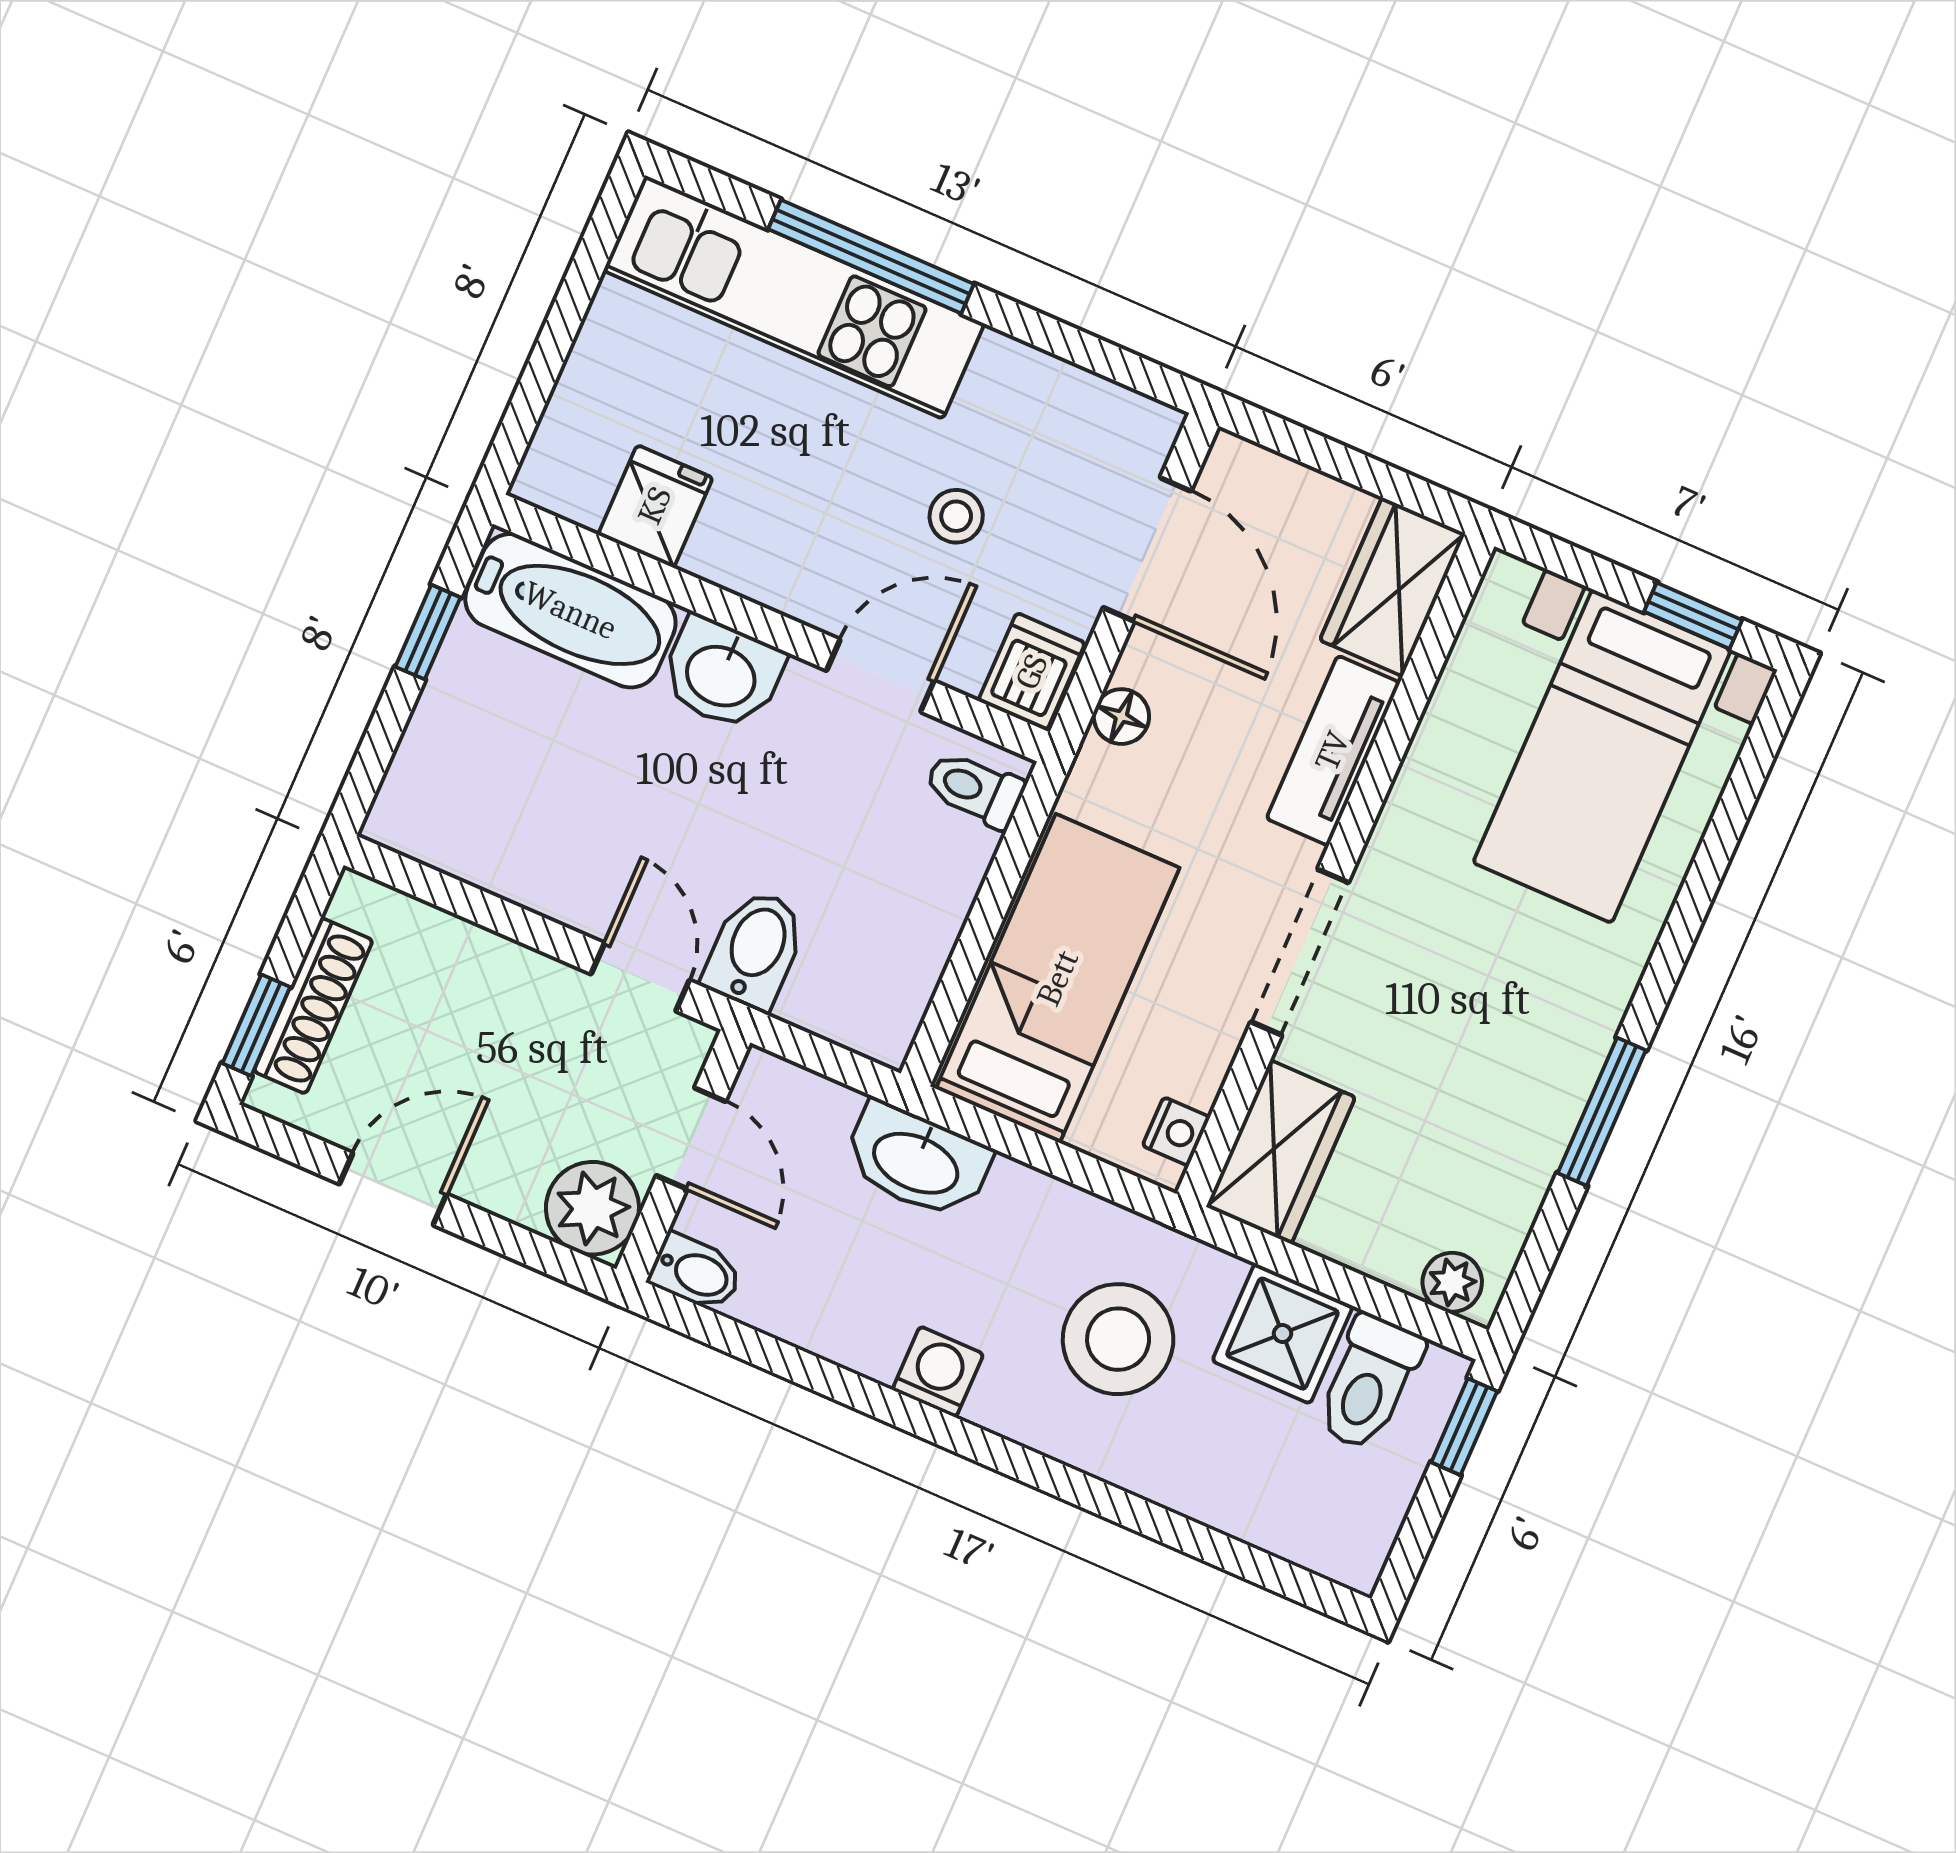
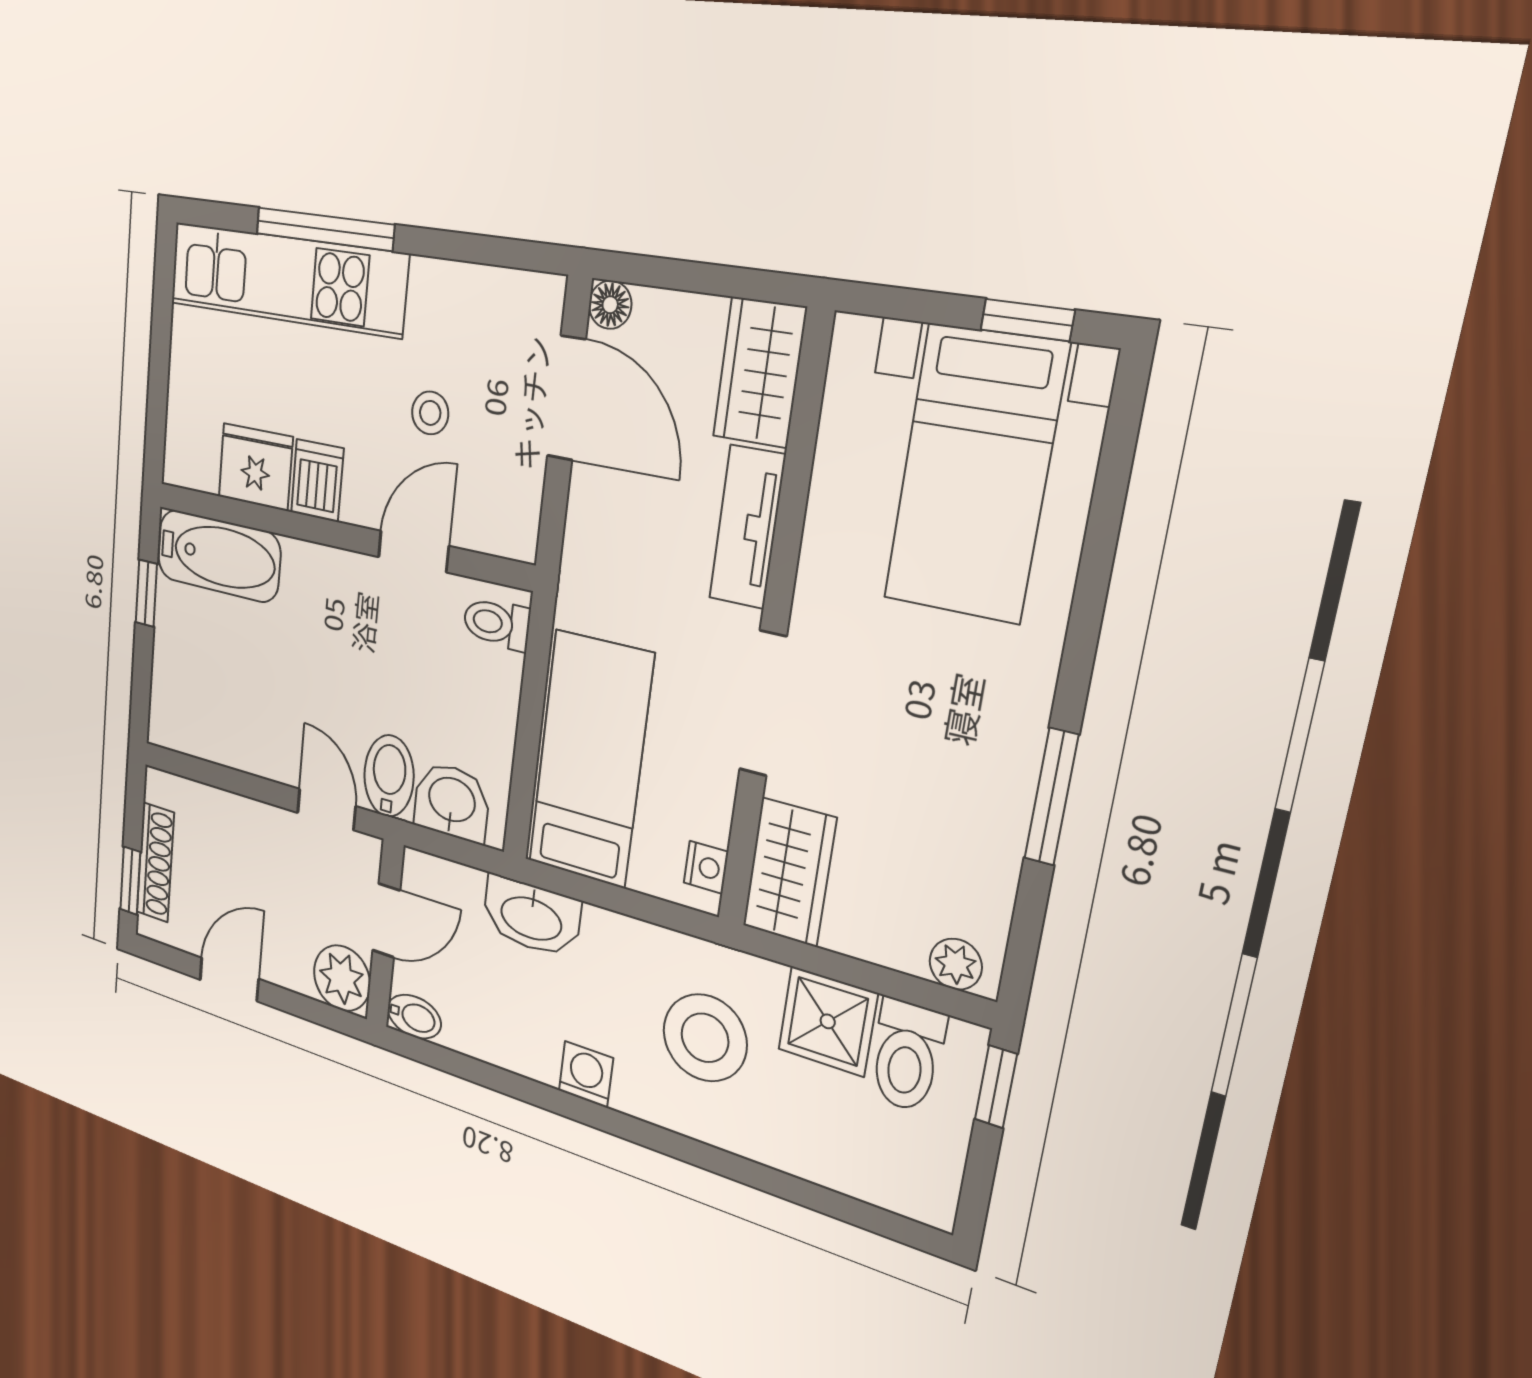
fridge: (655, 506) -> (256, 467), width x1.38
dishwasher: (1032, 672) -> (317, 481), moved
washbasin: (722, 674) -> (452, 802), moved, turned 180
floor lamp: (1121, 717) -> (610, 305), moved
door: (691, 1138) -> (386, 920), hinge flipped

